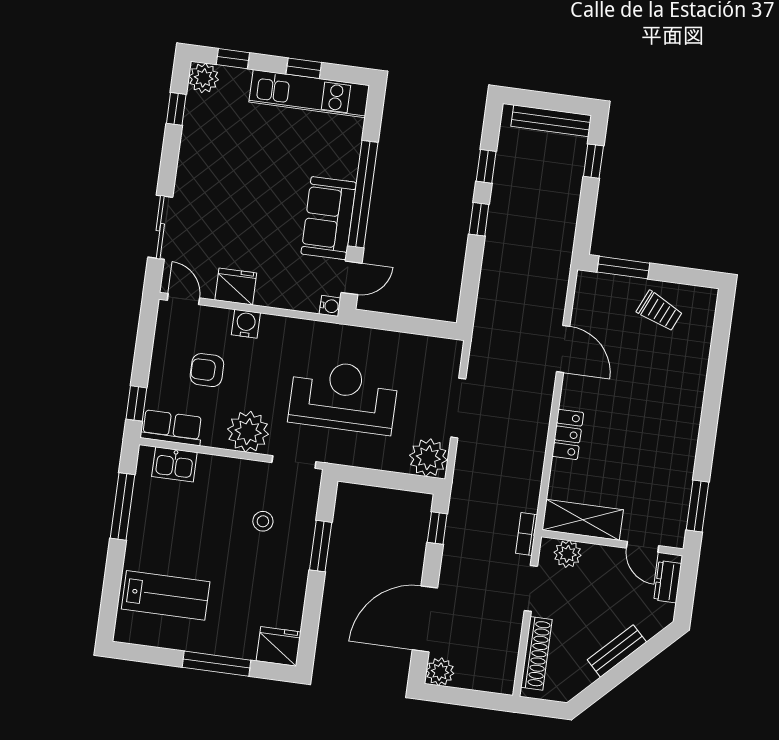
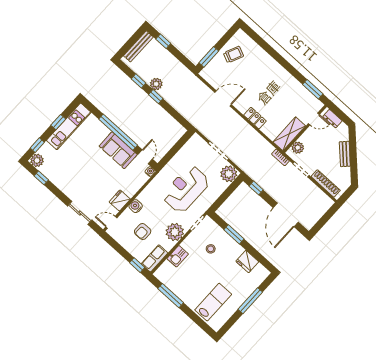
kitchen sink: (174, 464) -> (178, 256), moved
fridge: (279, 646) -> (247, 262), moved, turned -90
plant: (440, 672) -> (156, 84), moved

